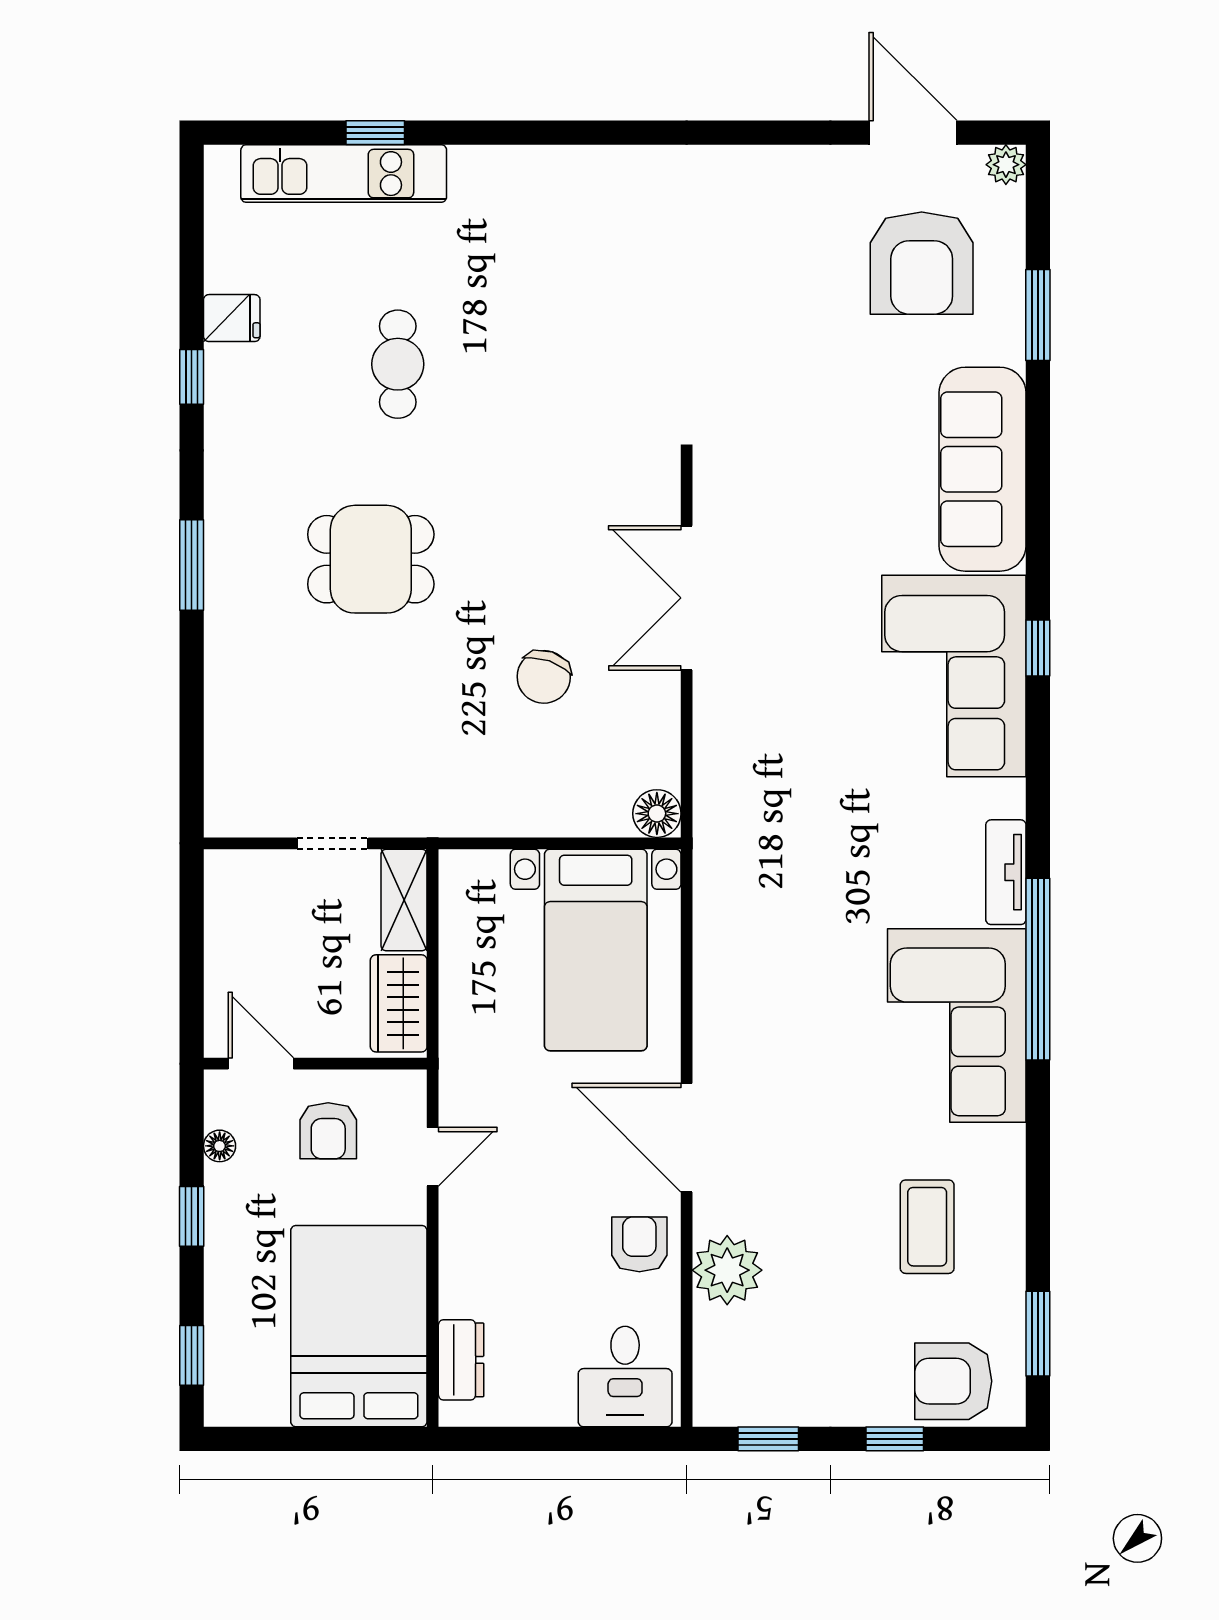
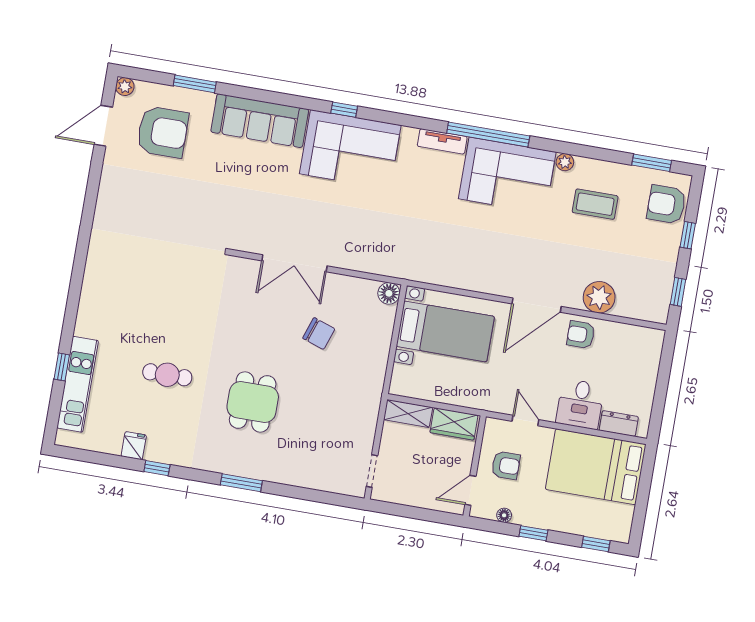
doorway: (333, 843) -> (372, 471), moved
plant: (1007, 1145) -> (565, 162), added
desk: (625, 1377) -> (580, 404), moved, turned 90
armchair: (953, 1381) -> (666, 204), turned 90

